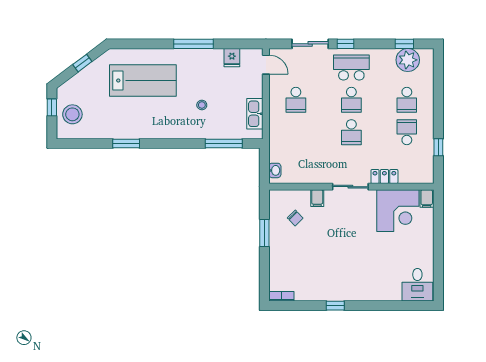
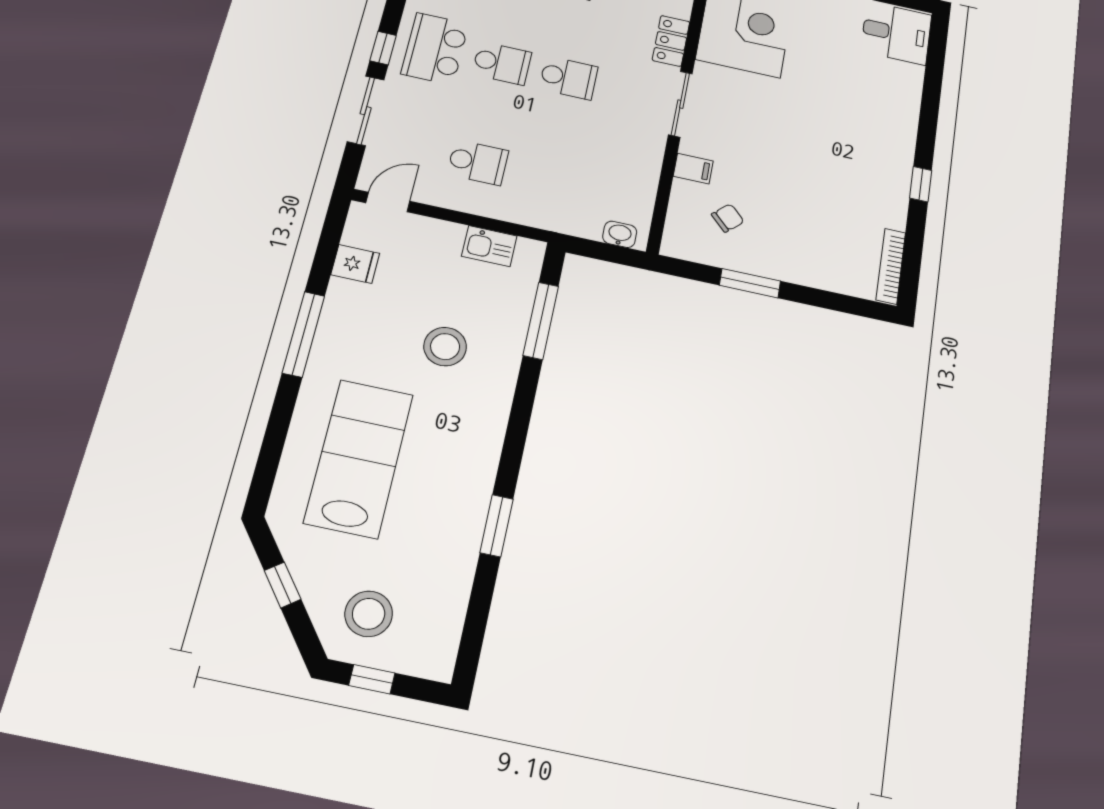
stool: (202, 105) -> (445, 347), width x1.89, depth x1.89
stool: (72, 114) -> (369, 614), moved
kitchen sink: (255, 114) -> (489, 246), width x0.73
bookcase: (282, 296) -> (891, 266), width x1.56

